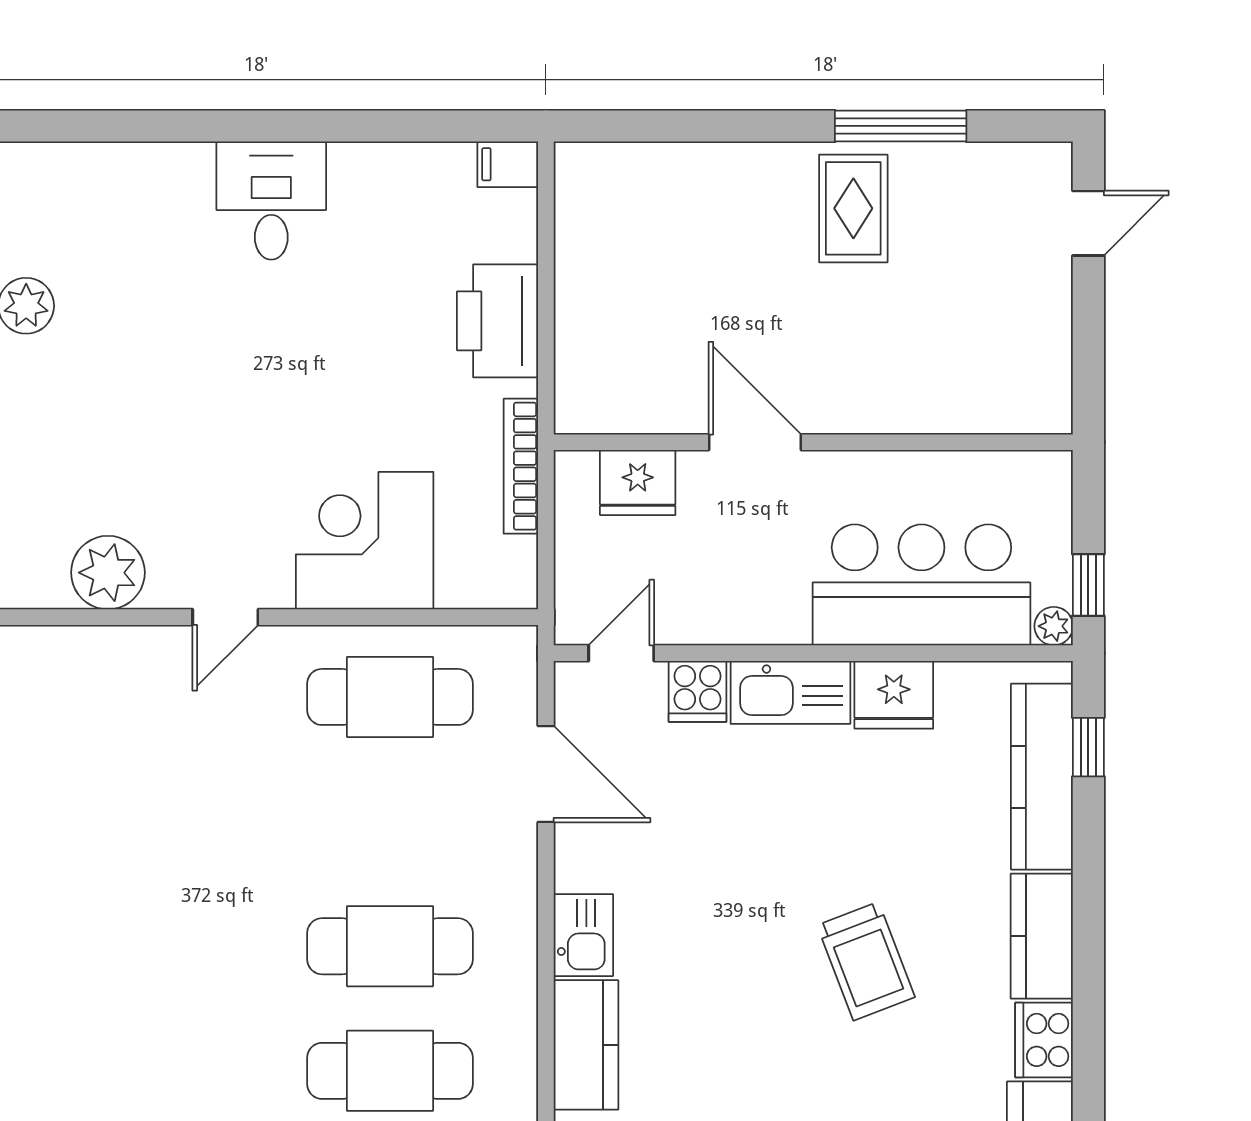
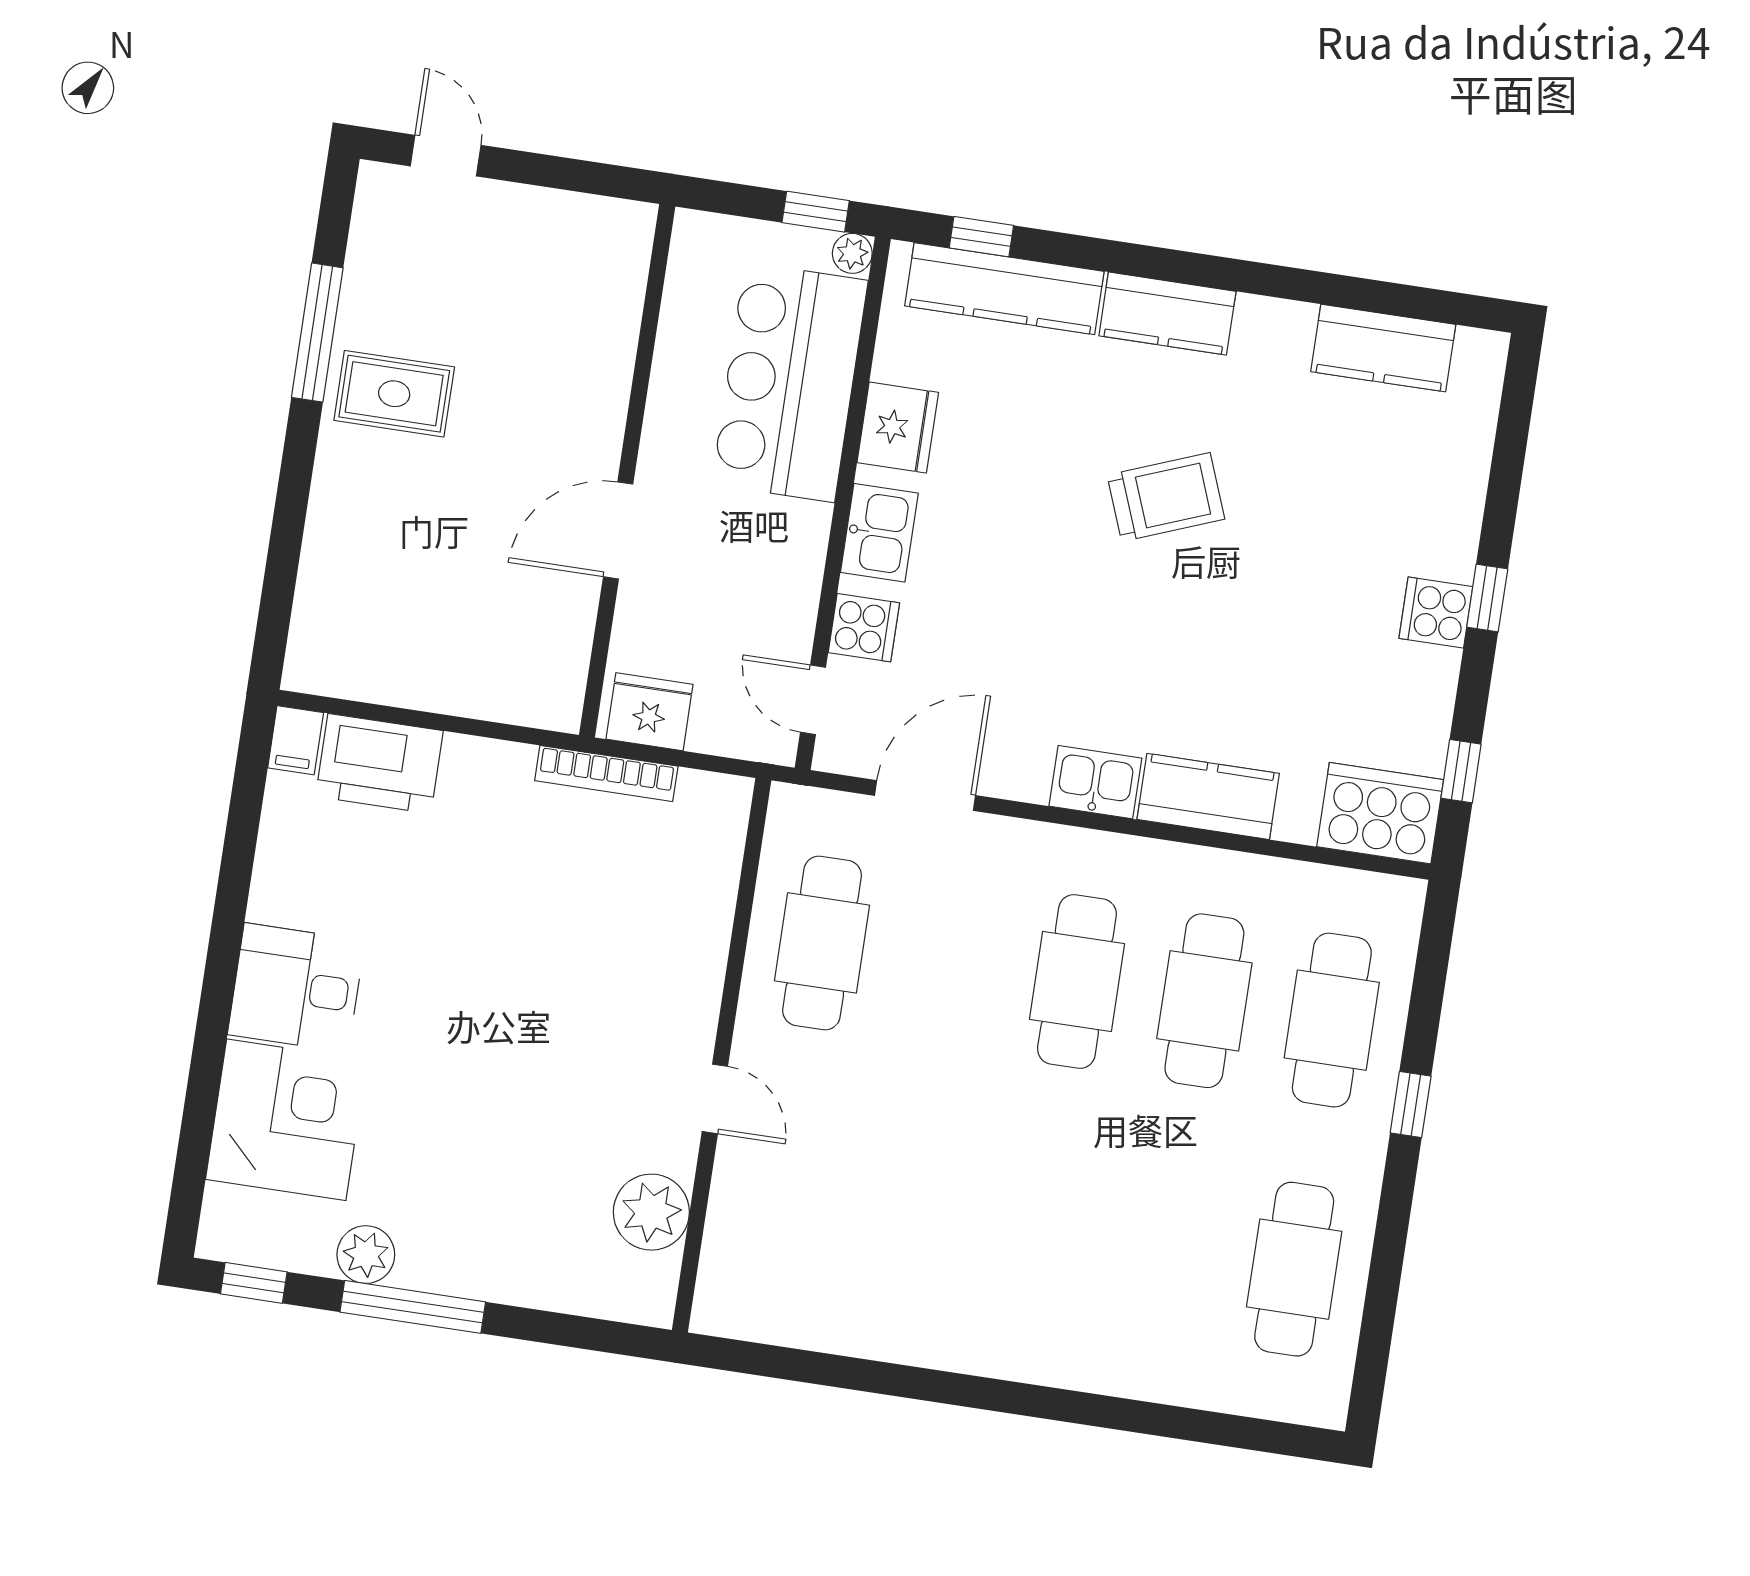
printer: (498, 321) -> (379, 764), moved
fridge: (638, 482) -> (649, 712), moved, turned -90
corner desk: (365, 541) -> (286, 1120), moved, turned 180
kitchen sink: (790, 692) -> (879, 533), width x0.73
cooker: (1044, 1040) -> (1274, 327), removed

